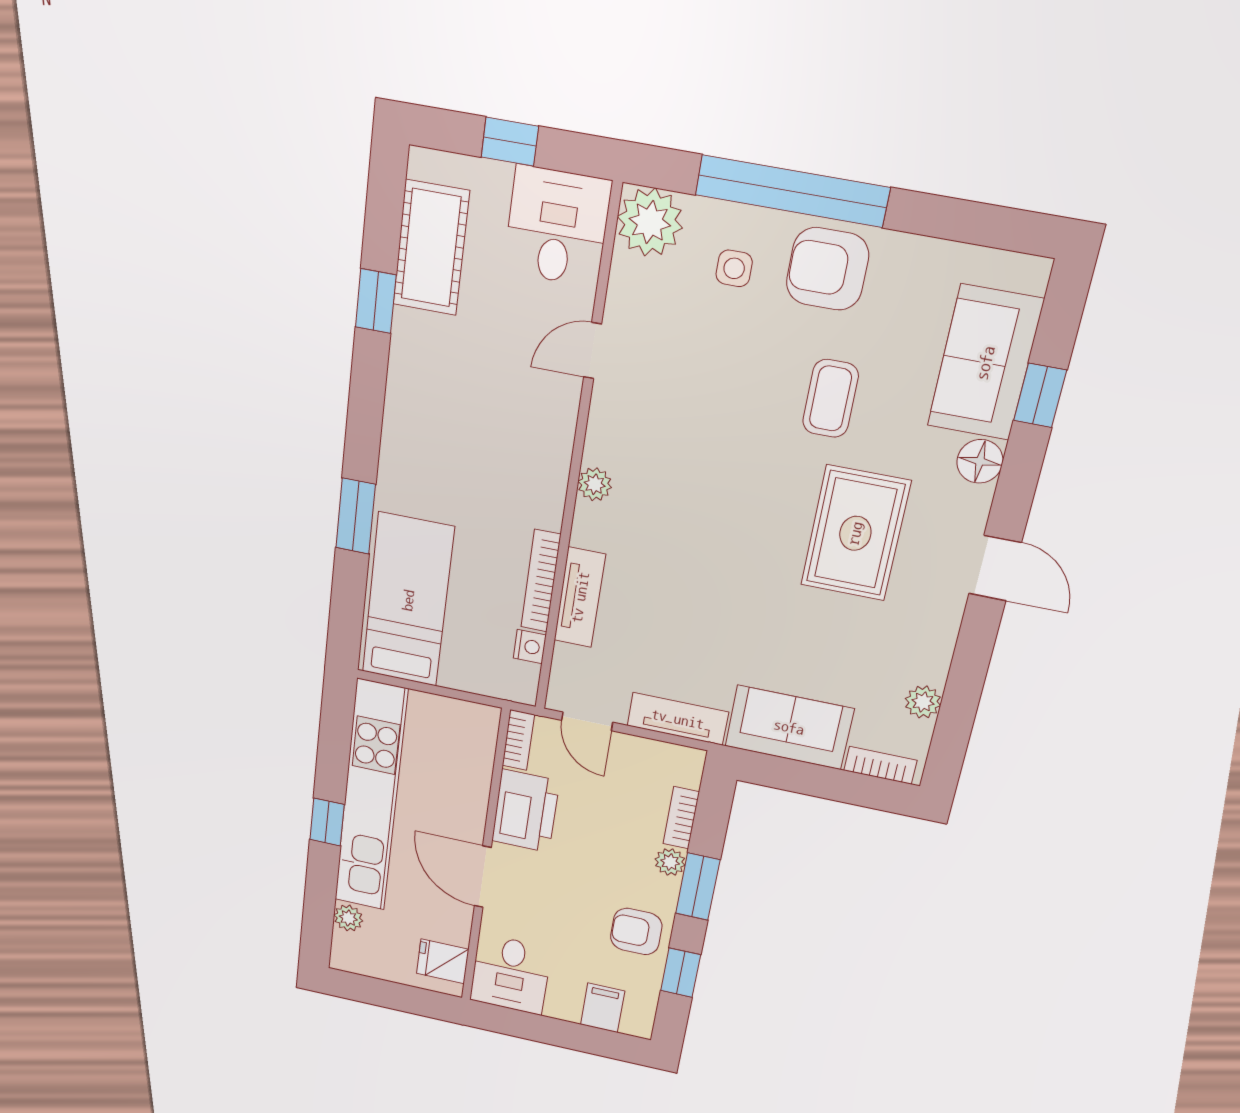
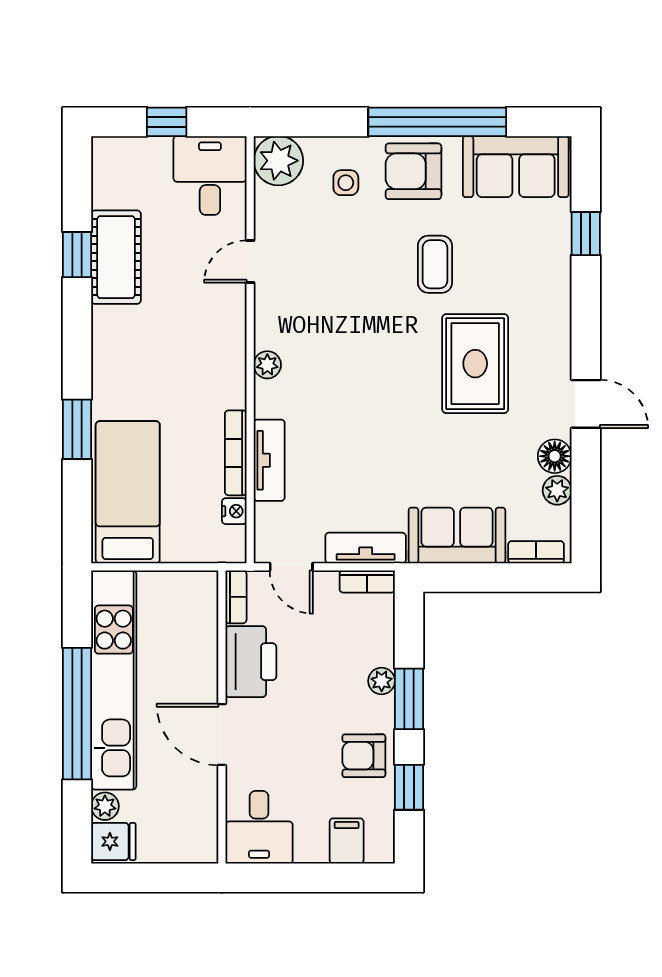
window: (792, 191) -> (437, 122), moved
cot: (431, 248) -> (116, 257), moved
sofa: (985, 363) -> (516, 167), moved, turned -90
floor lamp: (980, 461) -> (555, 456), moved
door: (995, 568) -> (586, 404), moved
bookcase: (681, 818) -> (367, 582), moved, turned -90
window: (327, 822) -> (77, 714), width x3.17
fridge: (443, 961) -> (113, 841), moved, turned 180

